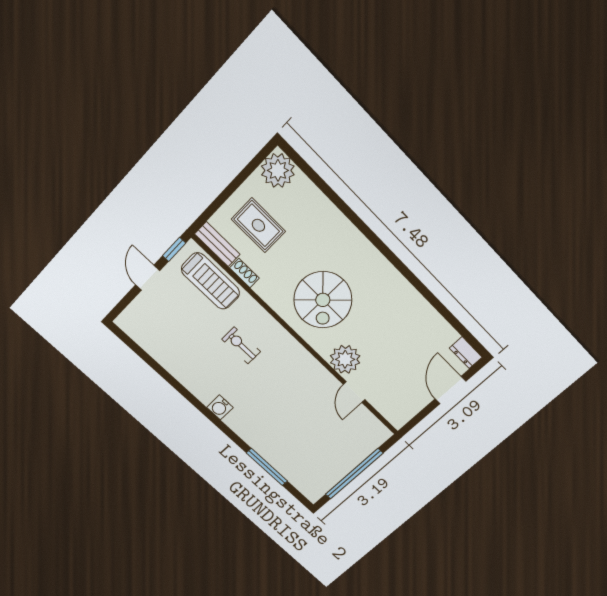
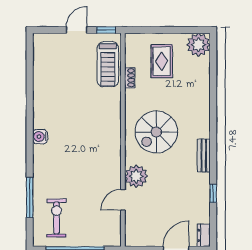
bench: (217, 244) -> (204, 155), moved
window: (437, 305) -> (213, 193), added
exercise bike: (241, 345) -> (57, 218), moved, width x1.38, depth x1.39

